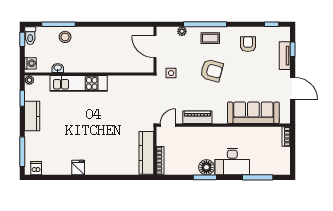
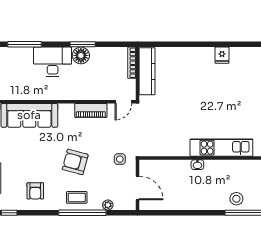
washbasin: (58, 68) -> (197, 165), moved

